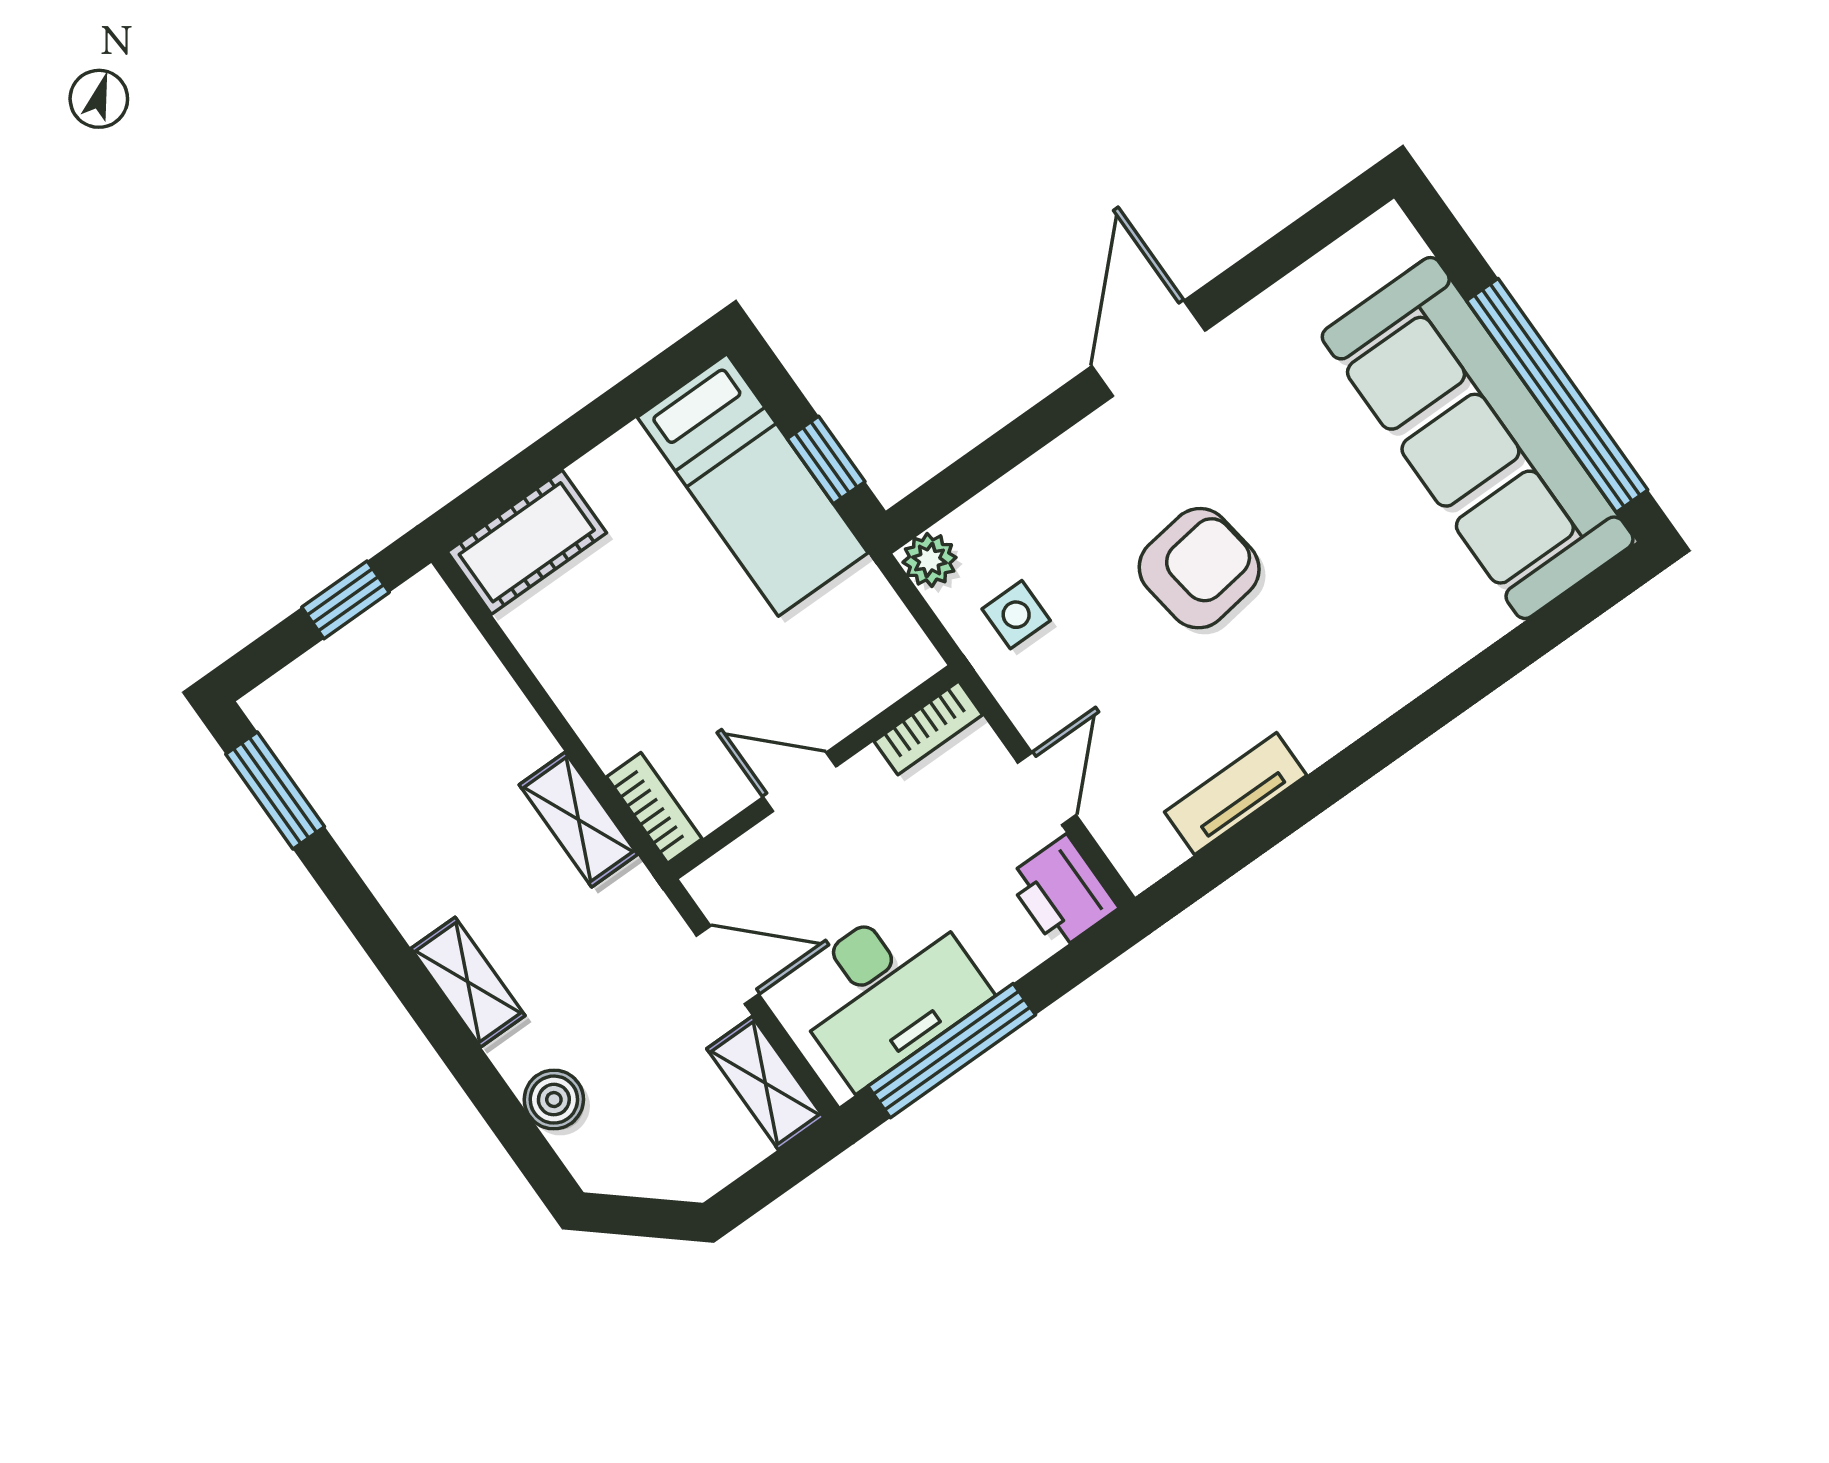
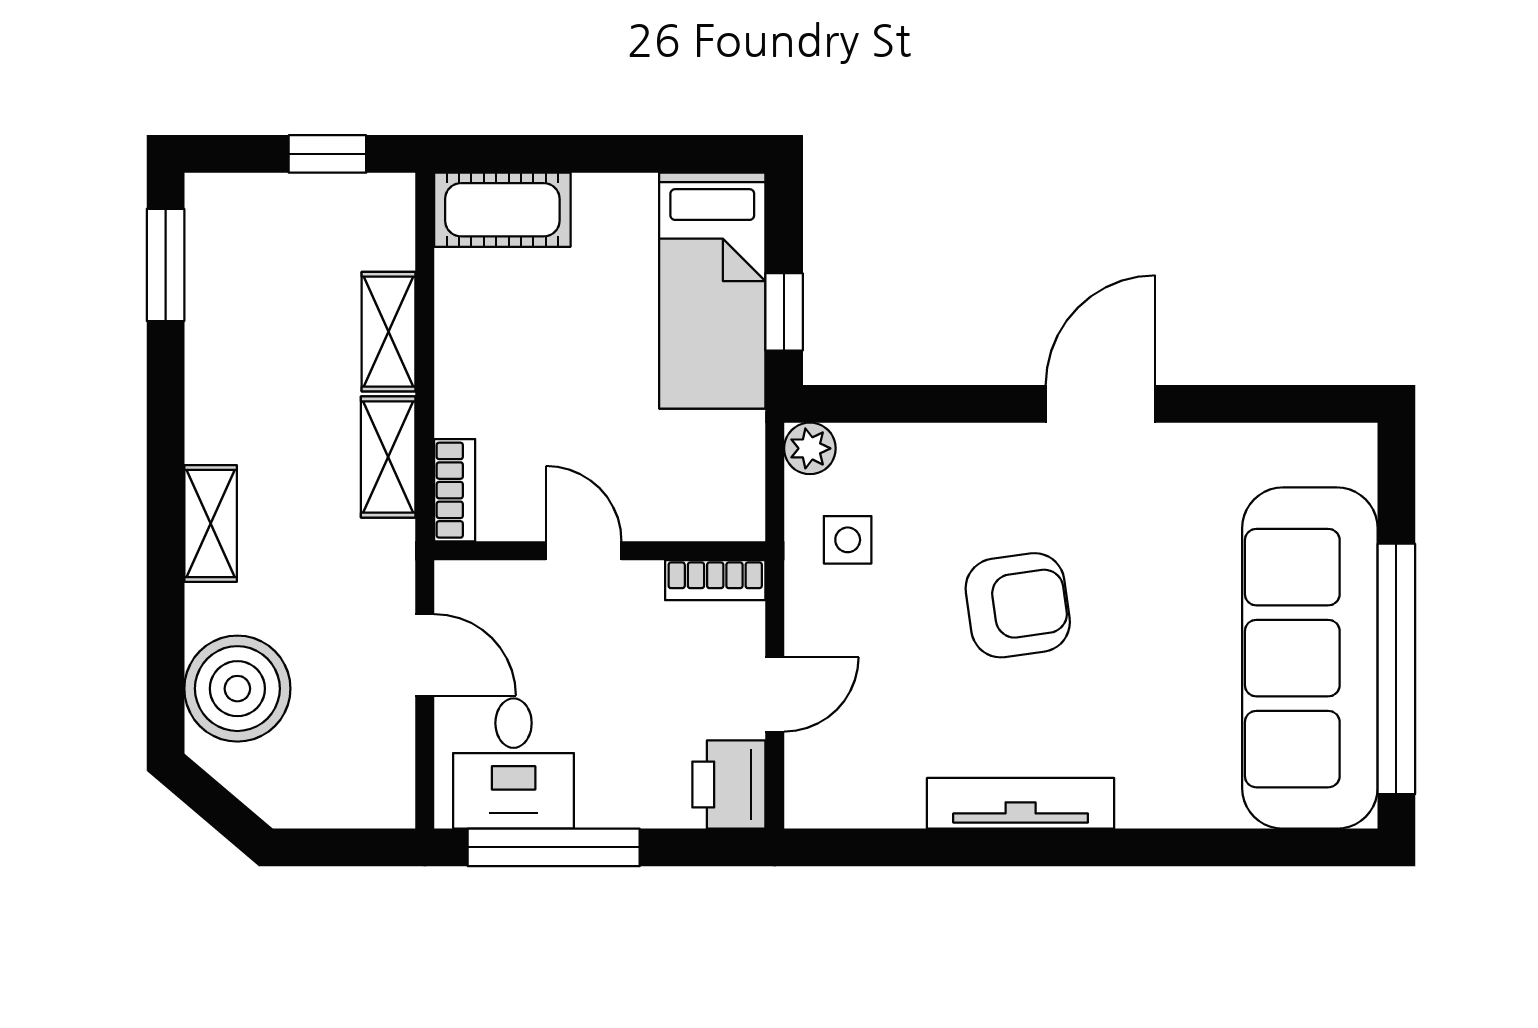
tv unit: (1236, 794) -> (1021, 803), moved, width x1.41
desk: (887, 990) -> (514, 764), width x0.73
shelving: (765, 1083) -> (389, 332), moved
boiler: (554, 1100) -> (237, 689), width x1.86, depth x1.86

